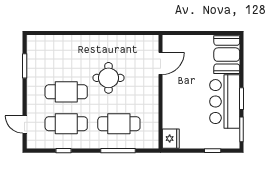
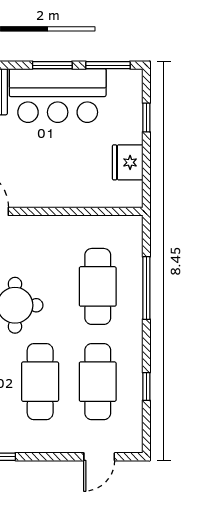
fridge: (171, 139) -> (128, 162), moved, turned -90

